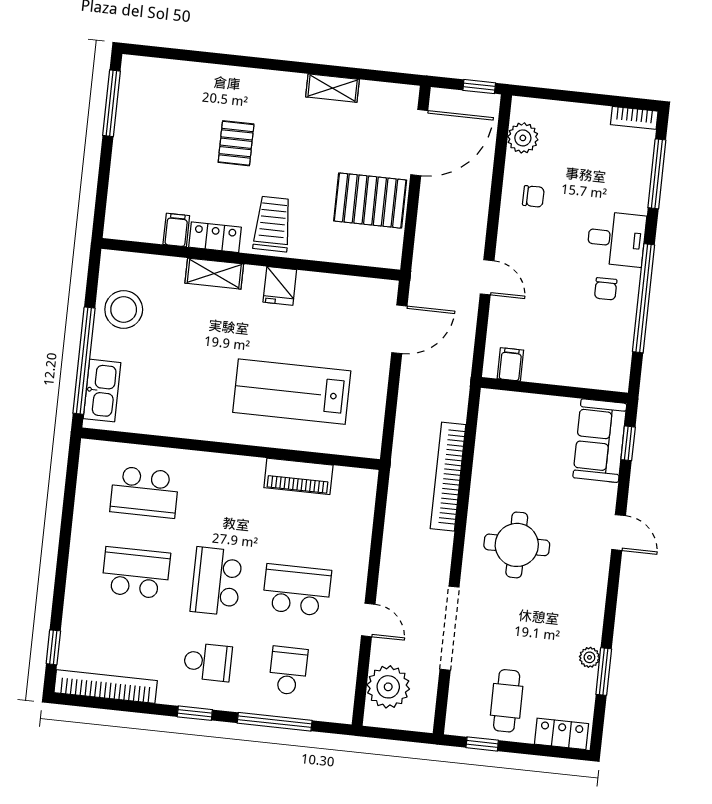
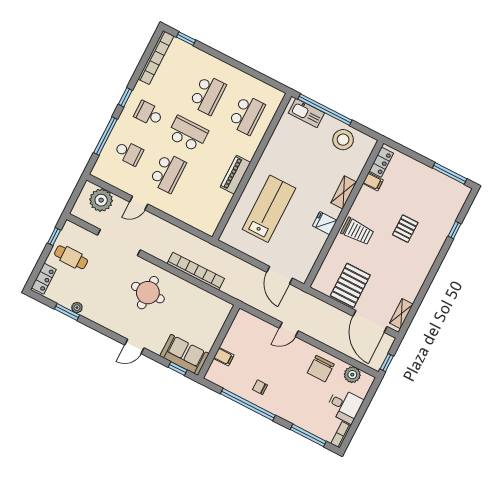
window: (206, 57) -> (455, 230), added
shelving: (333, 88) -> (401, 314), moved
pallet: (236, 143) -> (405, 229), turned 90
chair: (533, 196) -> (321, 369), width x1.87, depth x1.87
locker: (215, 237) -> (381, 162), moved
desk: (616, 239) -> (344, 406), moved, turned -90
filing cabinet: (510, 364) -> (224, 357), moved
piano: (298, 476) -> (236, 175), moved
school desk: (145, 492) -> (247, 115), turned 180
school desk: (208, 662) -> (149, 114), turned 90

